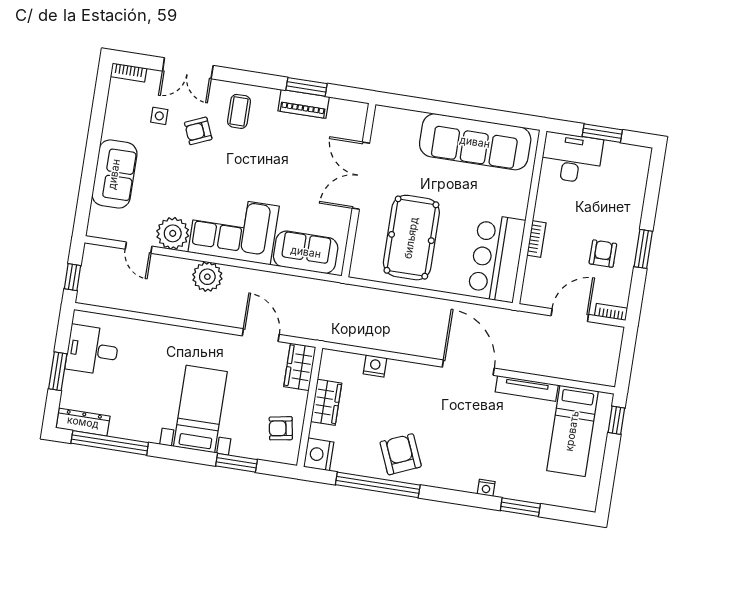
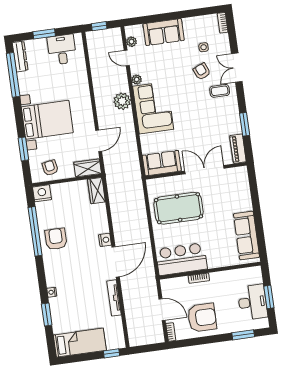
double door: (188, 68) -> (237, 68), moved
piano: (304, 104) -> (238, 149), moved
sofa: (475, 142) -> (246, 236), width x0.74, depth x0.79
desk: (572, 158) -> (252, 302), moved
plant: (114, 232) -> (131, 42), added
plant: (173, 233) -> (137, 80), width x0.53, depth x0.53
door: (139, 248) -> (127, 58), hinge flipped
window: (643, 249) -> (243, 335), moved
sofa: (306, 252) -> (162, 163), moved, turned -90
armchair: (603, 254) -> (202, 318), width x1.88, depth x1.88
nightstand: (375, 366) -> (105, 240), moved
wardrobe: (326, 402) -> (96, 191), moved, turned 90
bed with nightstands: (200, 409) -> (47, 120), width x1.36
bed: (572, 431) -> (80, 343), moved, turned 180
armchair: (401, 454) -> (56, 239), turned -67

